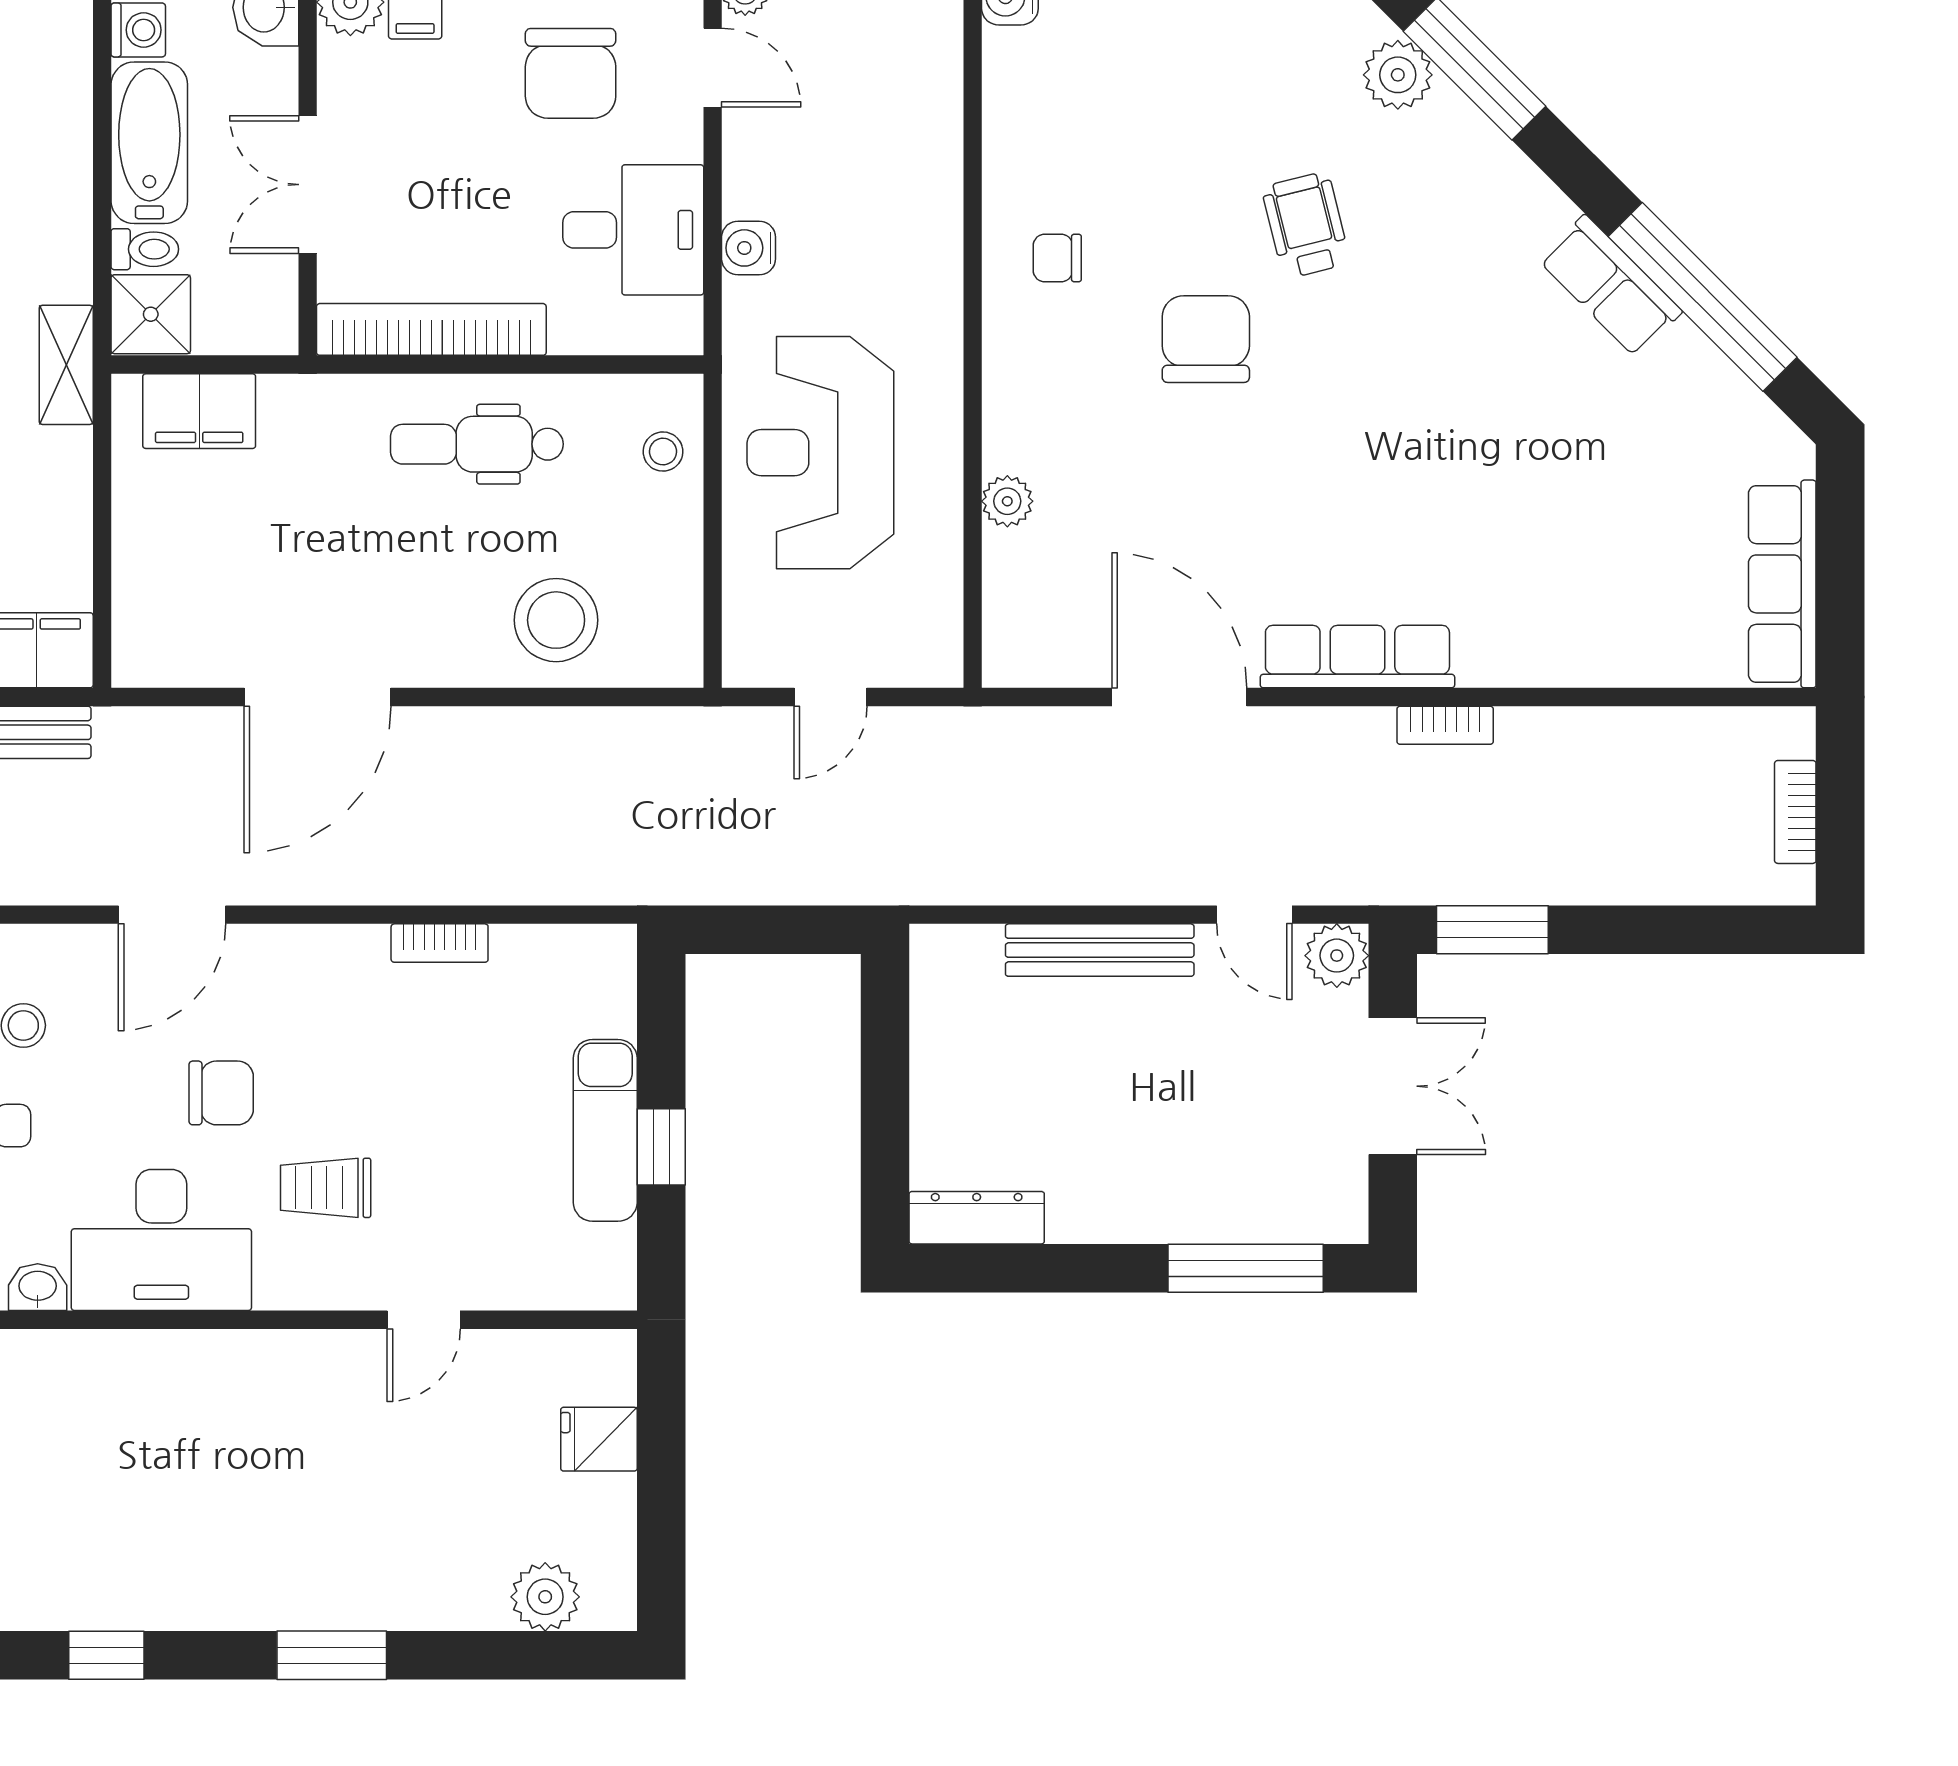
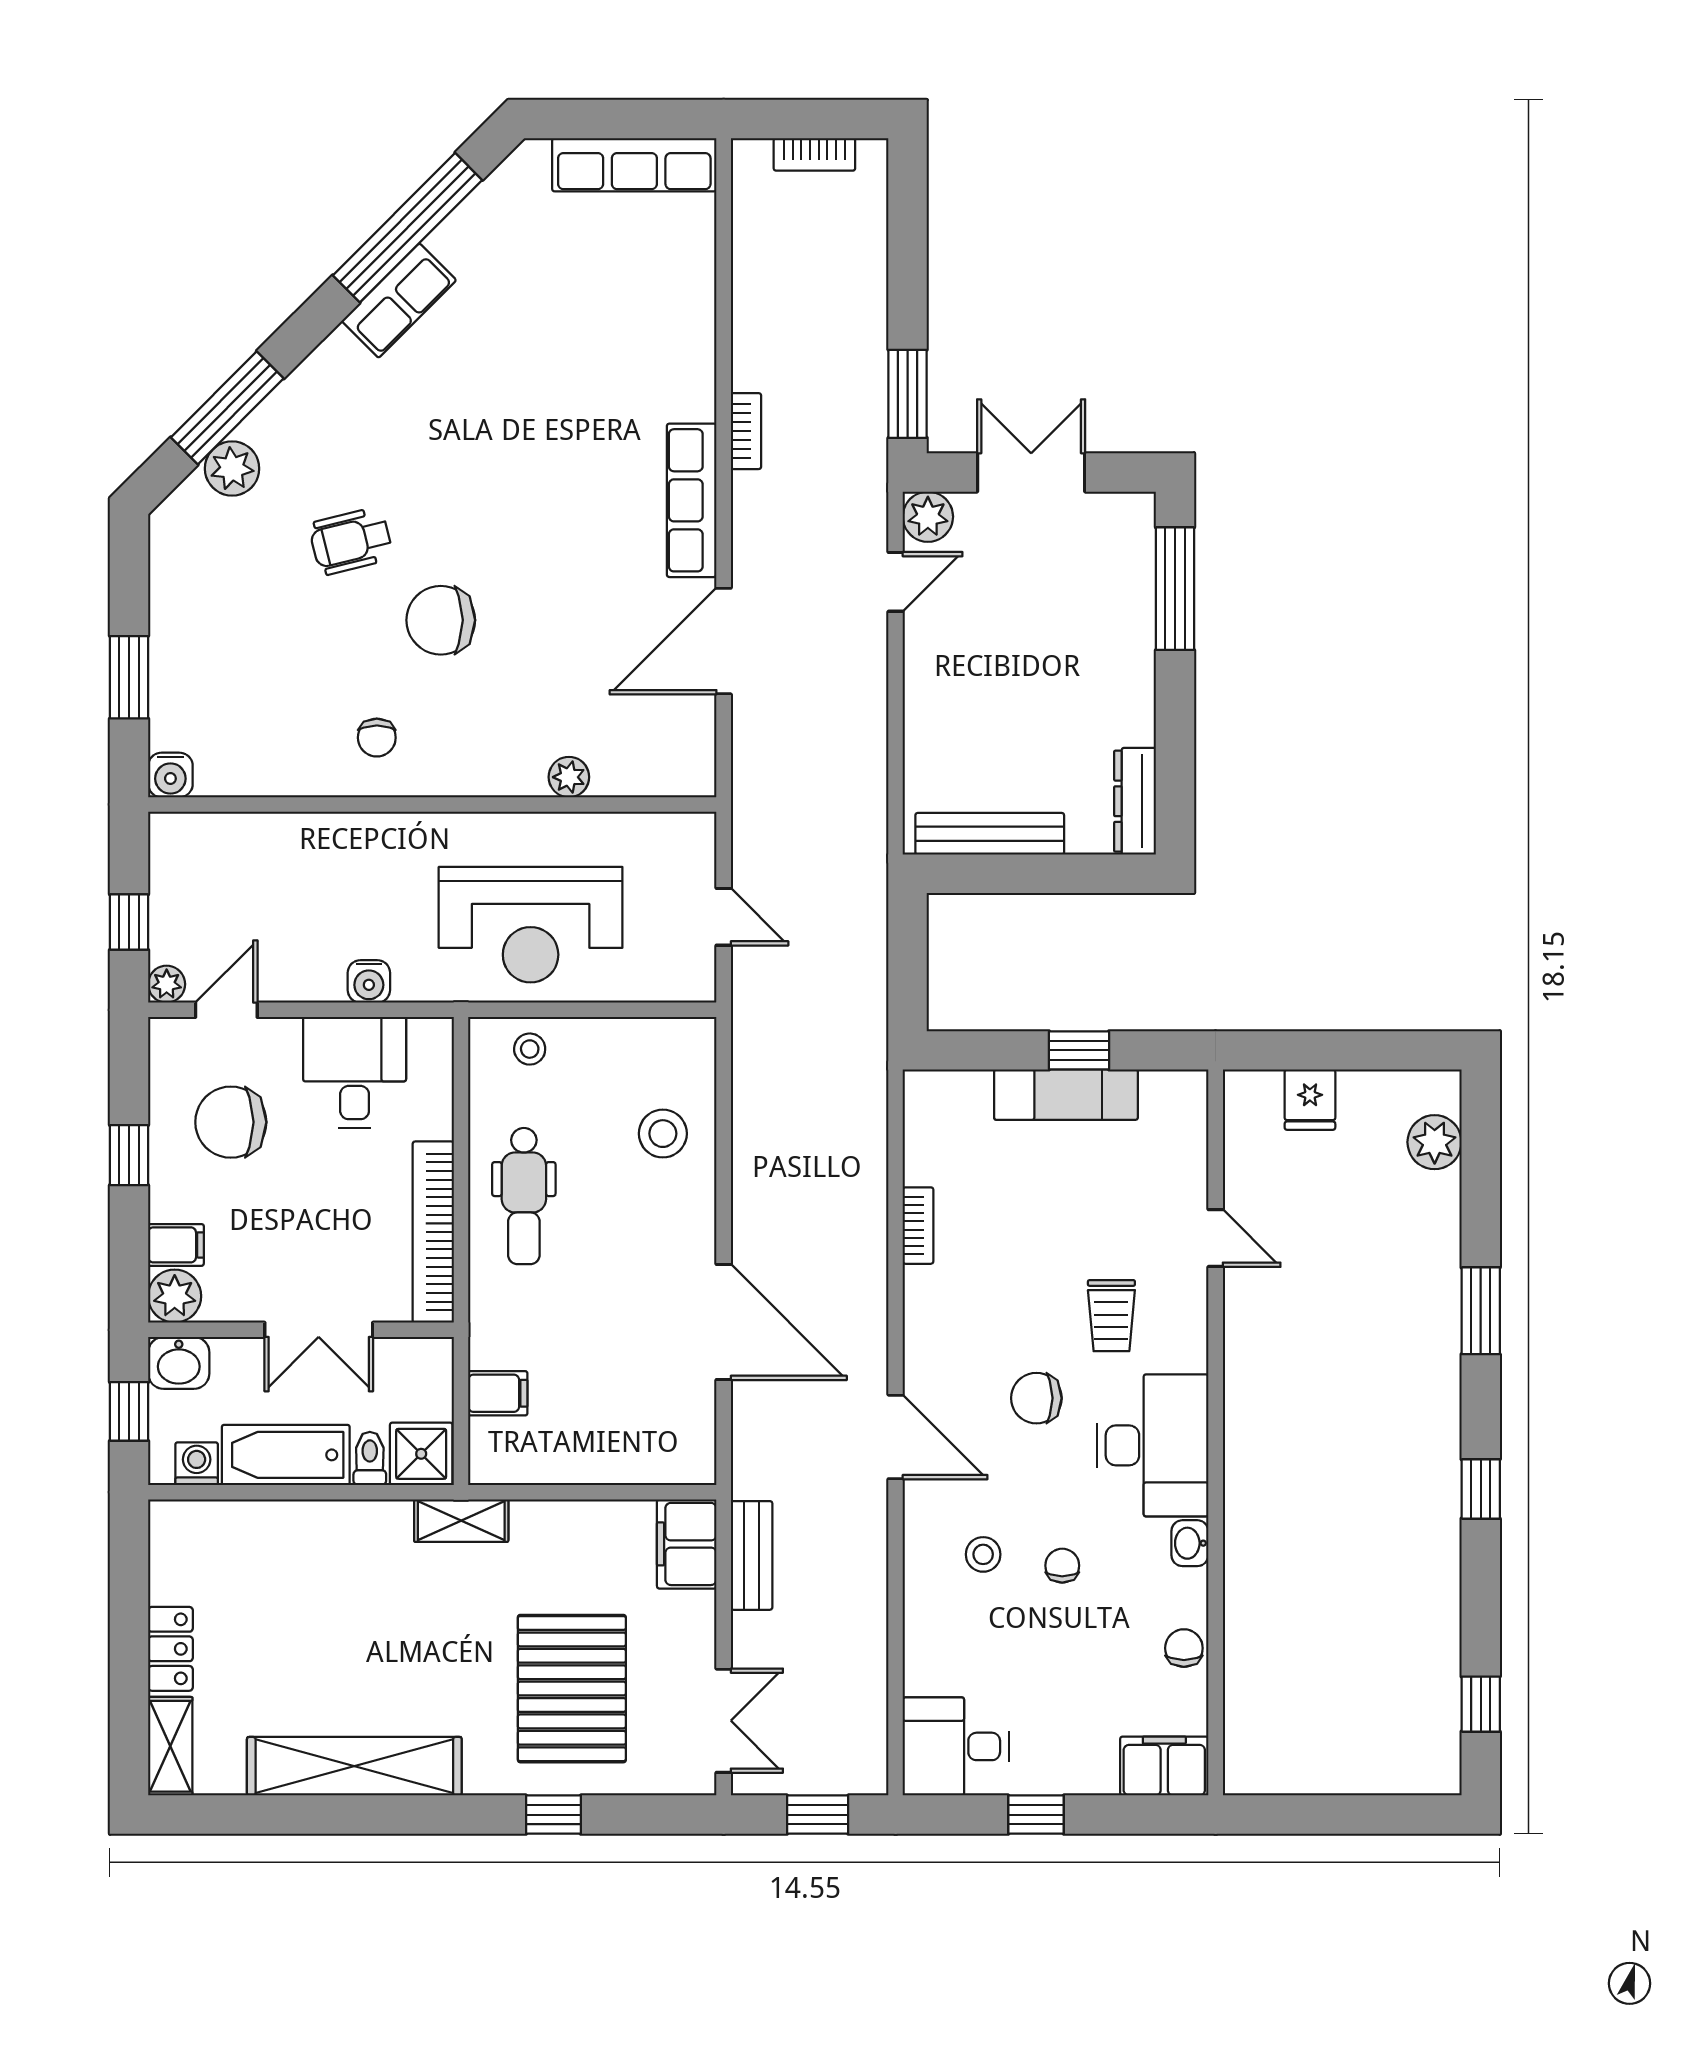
chair: (571, 73) -> (231, 1122), turned 180
filing cabinet: (199, 411) -> (498, 1393), width x0.50
stool: (556, 620) -> (663, 1134), width x0.73, depth x0.73
bench: (1100, 950) -> (990, 834), moved, turned 90
chair: (221, 1093) -> (1036, 1398), turned -90

